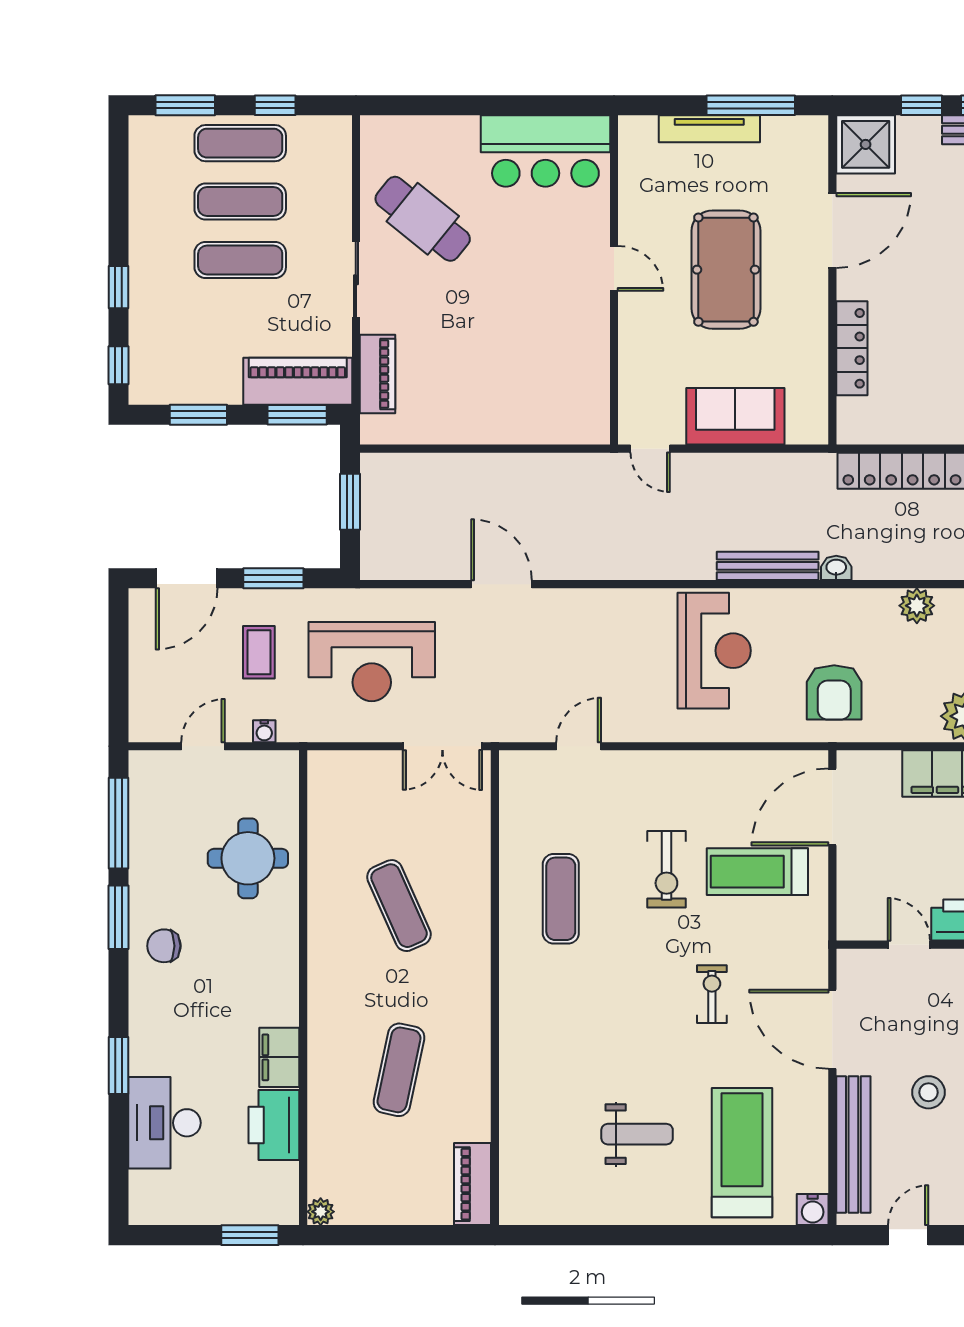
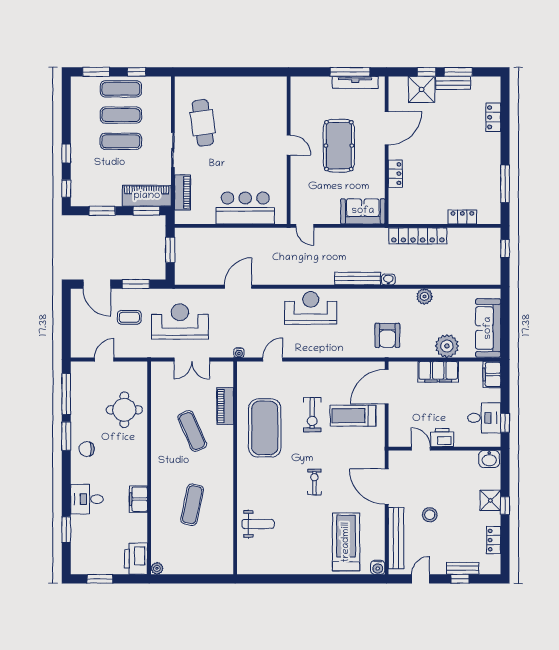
tv unit: (709, 129) -> (355, 82), moved
shower: (866, 144) -> (422, 89), moved
bar counter: (545, 151) -> (245, 208), moved, turned 180
cafe table: (423, 219) -> (203, 123), turned 43
locker: (852, 348) -> (395, 174), width x0.66
sofa: (735, 416) -> (363, 211), moved
door: (187, 578) -> (97, 284), hinge flipped
door: (501, 584) -> (238, 287), hinge flipped
reception desk: (714, 651) -> (311, 308), moved, turned -90
coffee table: (259, 652) -> (129, 317), turned 90
reception desk: (372, 662) -> (180, 322), turned 180
water cooler: (264, 731) -> (239, 353), moved
double door: (442, 746) -> (192, 359), moved
exercise mat: (561, 899) -> (265, 428), width x2.00, depth x1.45
exercise bike: (712, 994) -> (314, 482), moved
window: (118, 1066) -> (66, 530), moved
desk: (164, 1123) -> (87, 499), moved, width x0.73
printer: (274, 1125) -> (136, 559), moved
weight bench: (637, 1134) -> (258, 524), moved
piano: (473, 1184) -> (225, 406), moved
window: (250, 1235) -> (100, 579), moved

